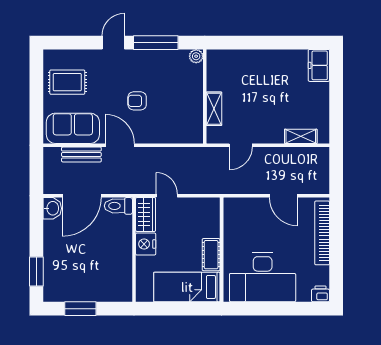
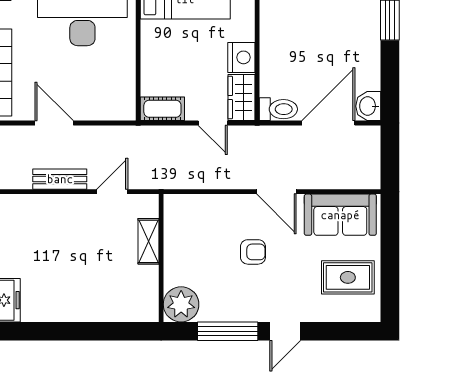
plant: (196, 56) -> (181, 304), width x1.87, depth x1.87
shelving: (301, 136) -> (30, 204), removed
bench: (81, 154) -> (60, 179), moved
cot: (211, 255) -> (162, 109), moved, turned 90

